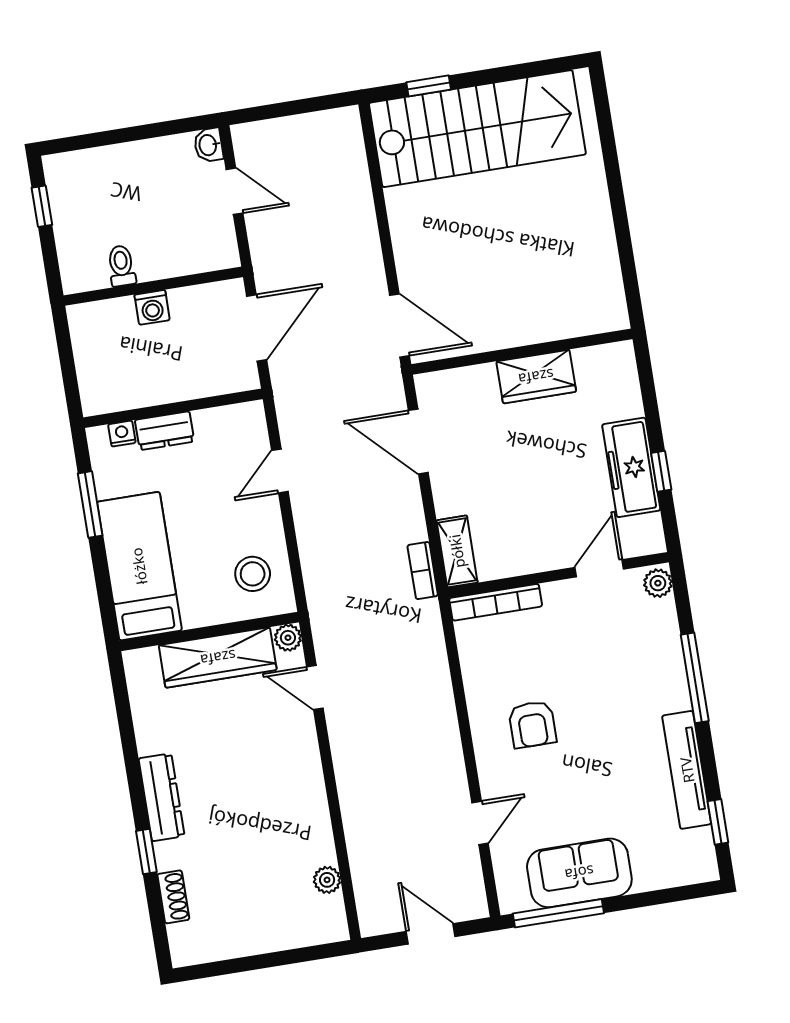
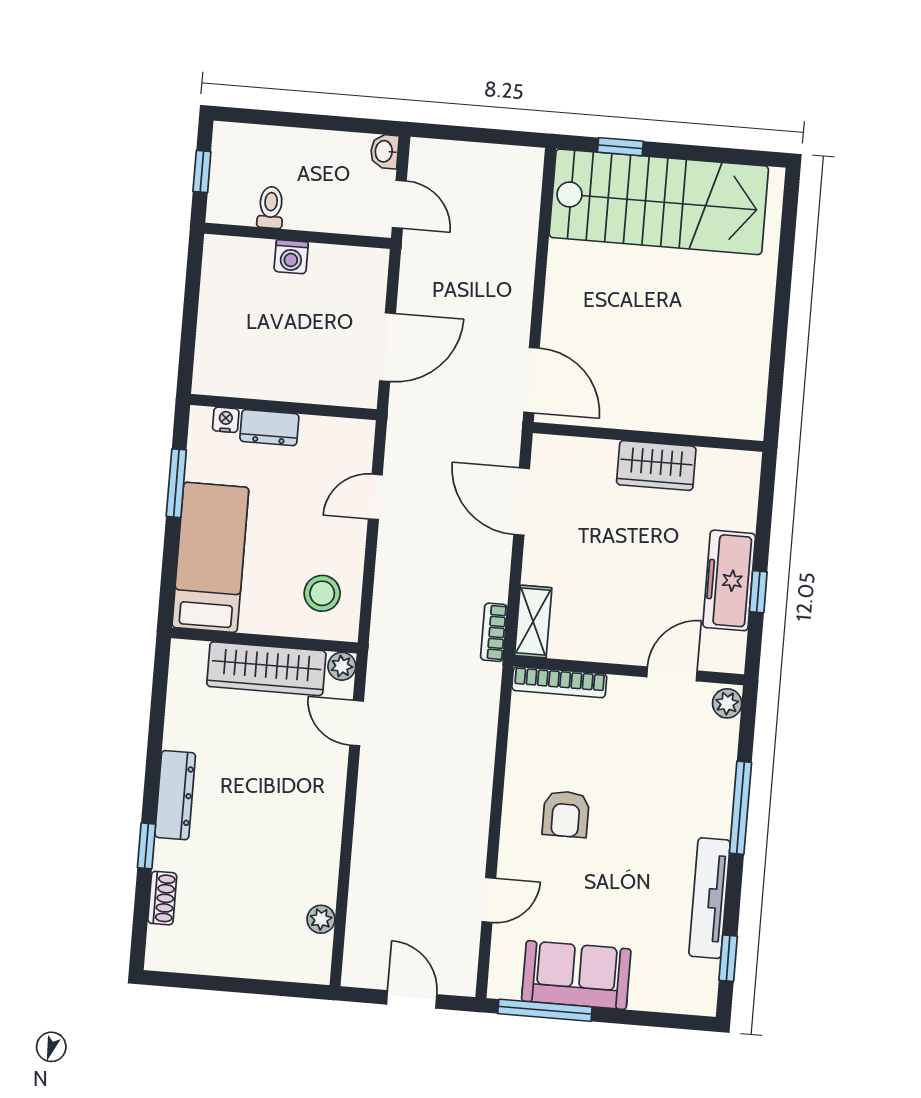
toilet: (121, 266) -> (271, 207), moved
wall: (153, 286) -> (298, 236), moved
washing machine: (152, 307) -> (291, 257), moved

